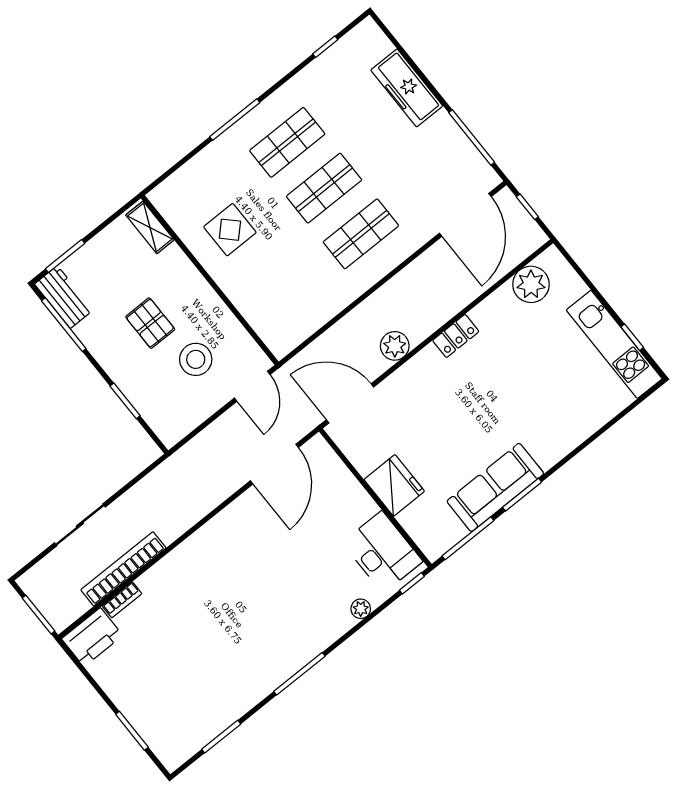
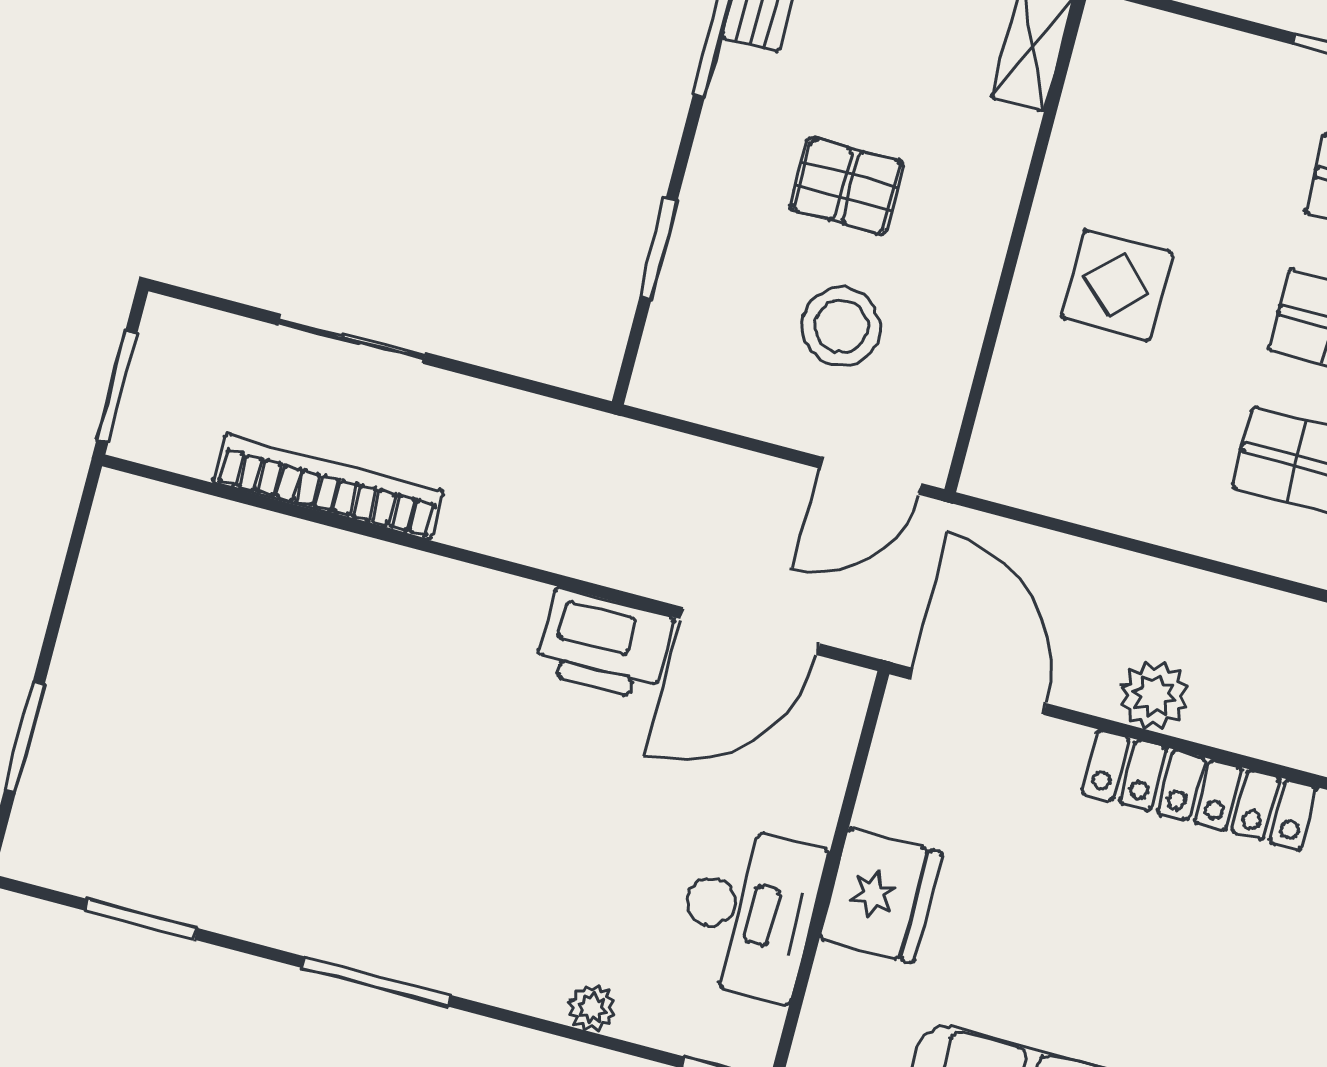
display table: (230, 230) -> (1117, 285), moved
pallet: (150, 323) -> (847, 186), turned 90
locker: (456, 336) -> (1199, 790), width x2.16, depth x1.21
desk: (382, 552) -> (749, 912), moved
bookcase: (122, 600) -> (266, 529), removed
printer: (92, 637) -> (604, 644), moved

